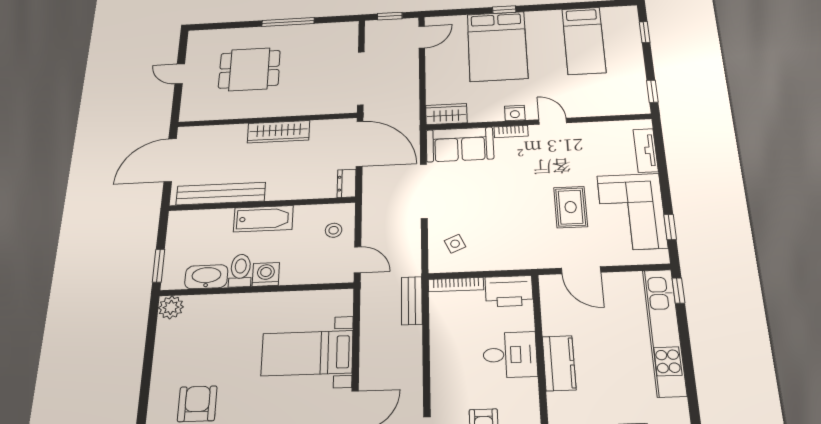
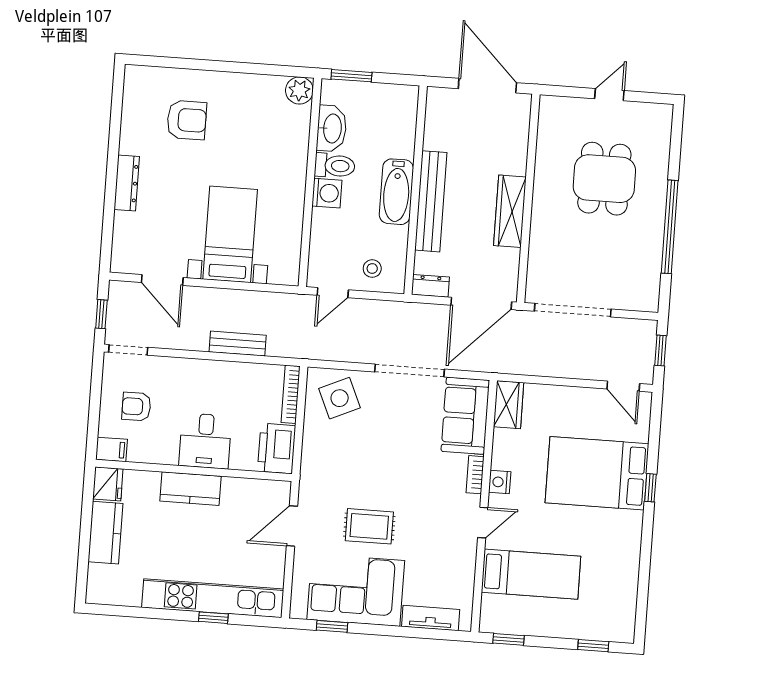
window: (288, 22) -> (670, 227), width x1.46
bed: (584, 41) -> (531, 574), moved, turned 180
bench: (221, 194) -> (431, 201), moved
side table: (455, 244) -> (340, 398), width x1.87, depth x1.87
window: (678, 291) -> (213, 618), moved
bench: (412, 301) -> (238, 344), moved

